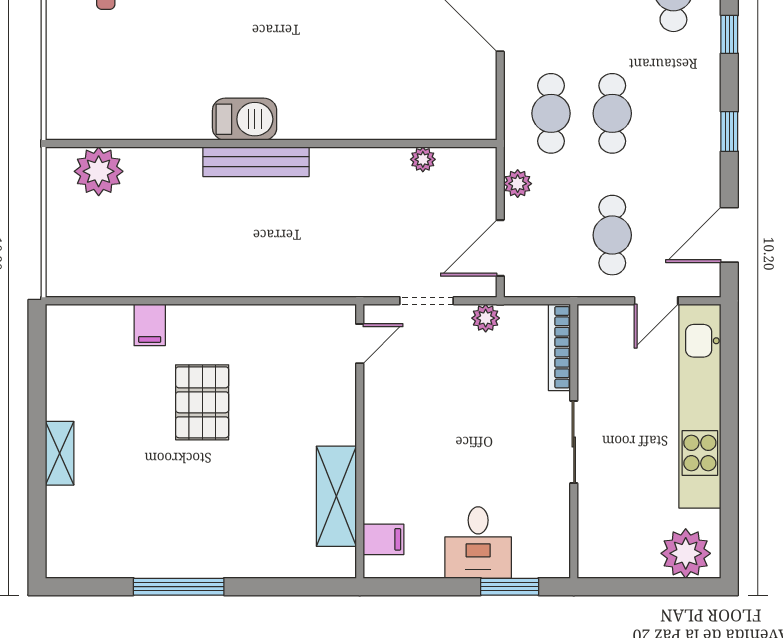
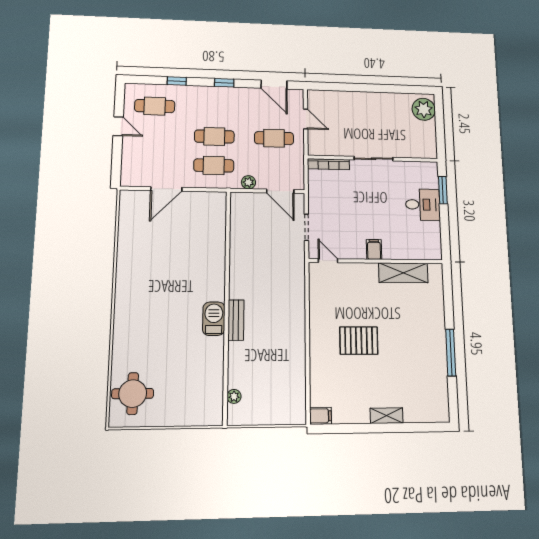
plant: (423, 159) -> (236, 228), removed
bench: (256, 162) -> (236, 320), width x0.73
plant: (99, 171) -> (234, 396), width x0.53, depth x0.53
plant: (486, 318) -> (315, 199), removed
filing cabinet: (150, 325) -> (321, 416), moved
kitchen unit: (700, 406) -> (355, 101), removed
filing cabinet: (383, 539) -> (374, 249), moved

